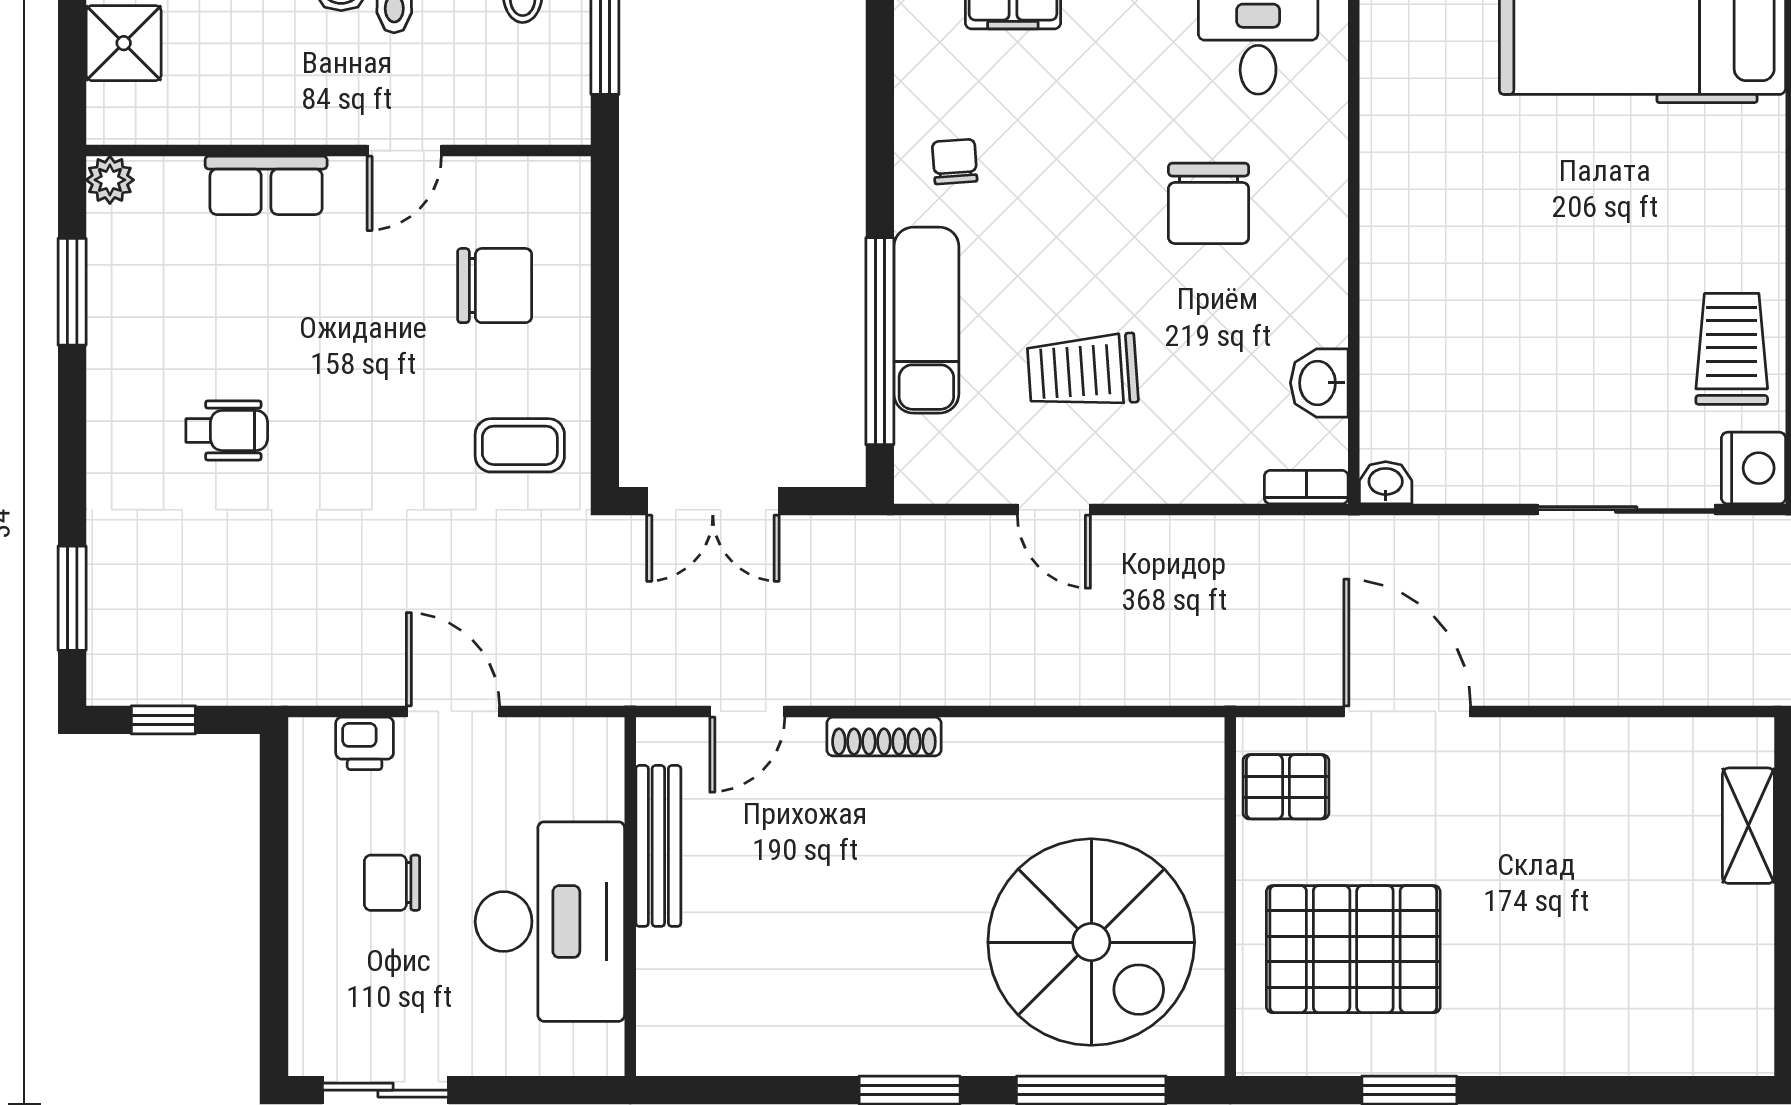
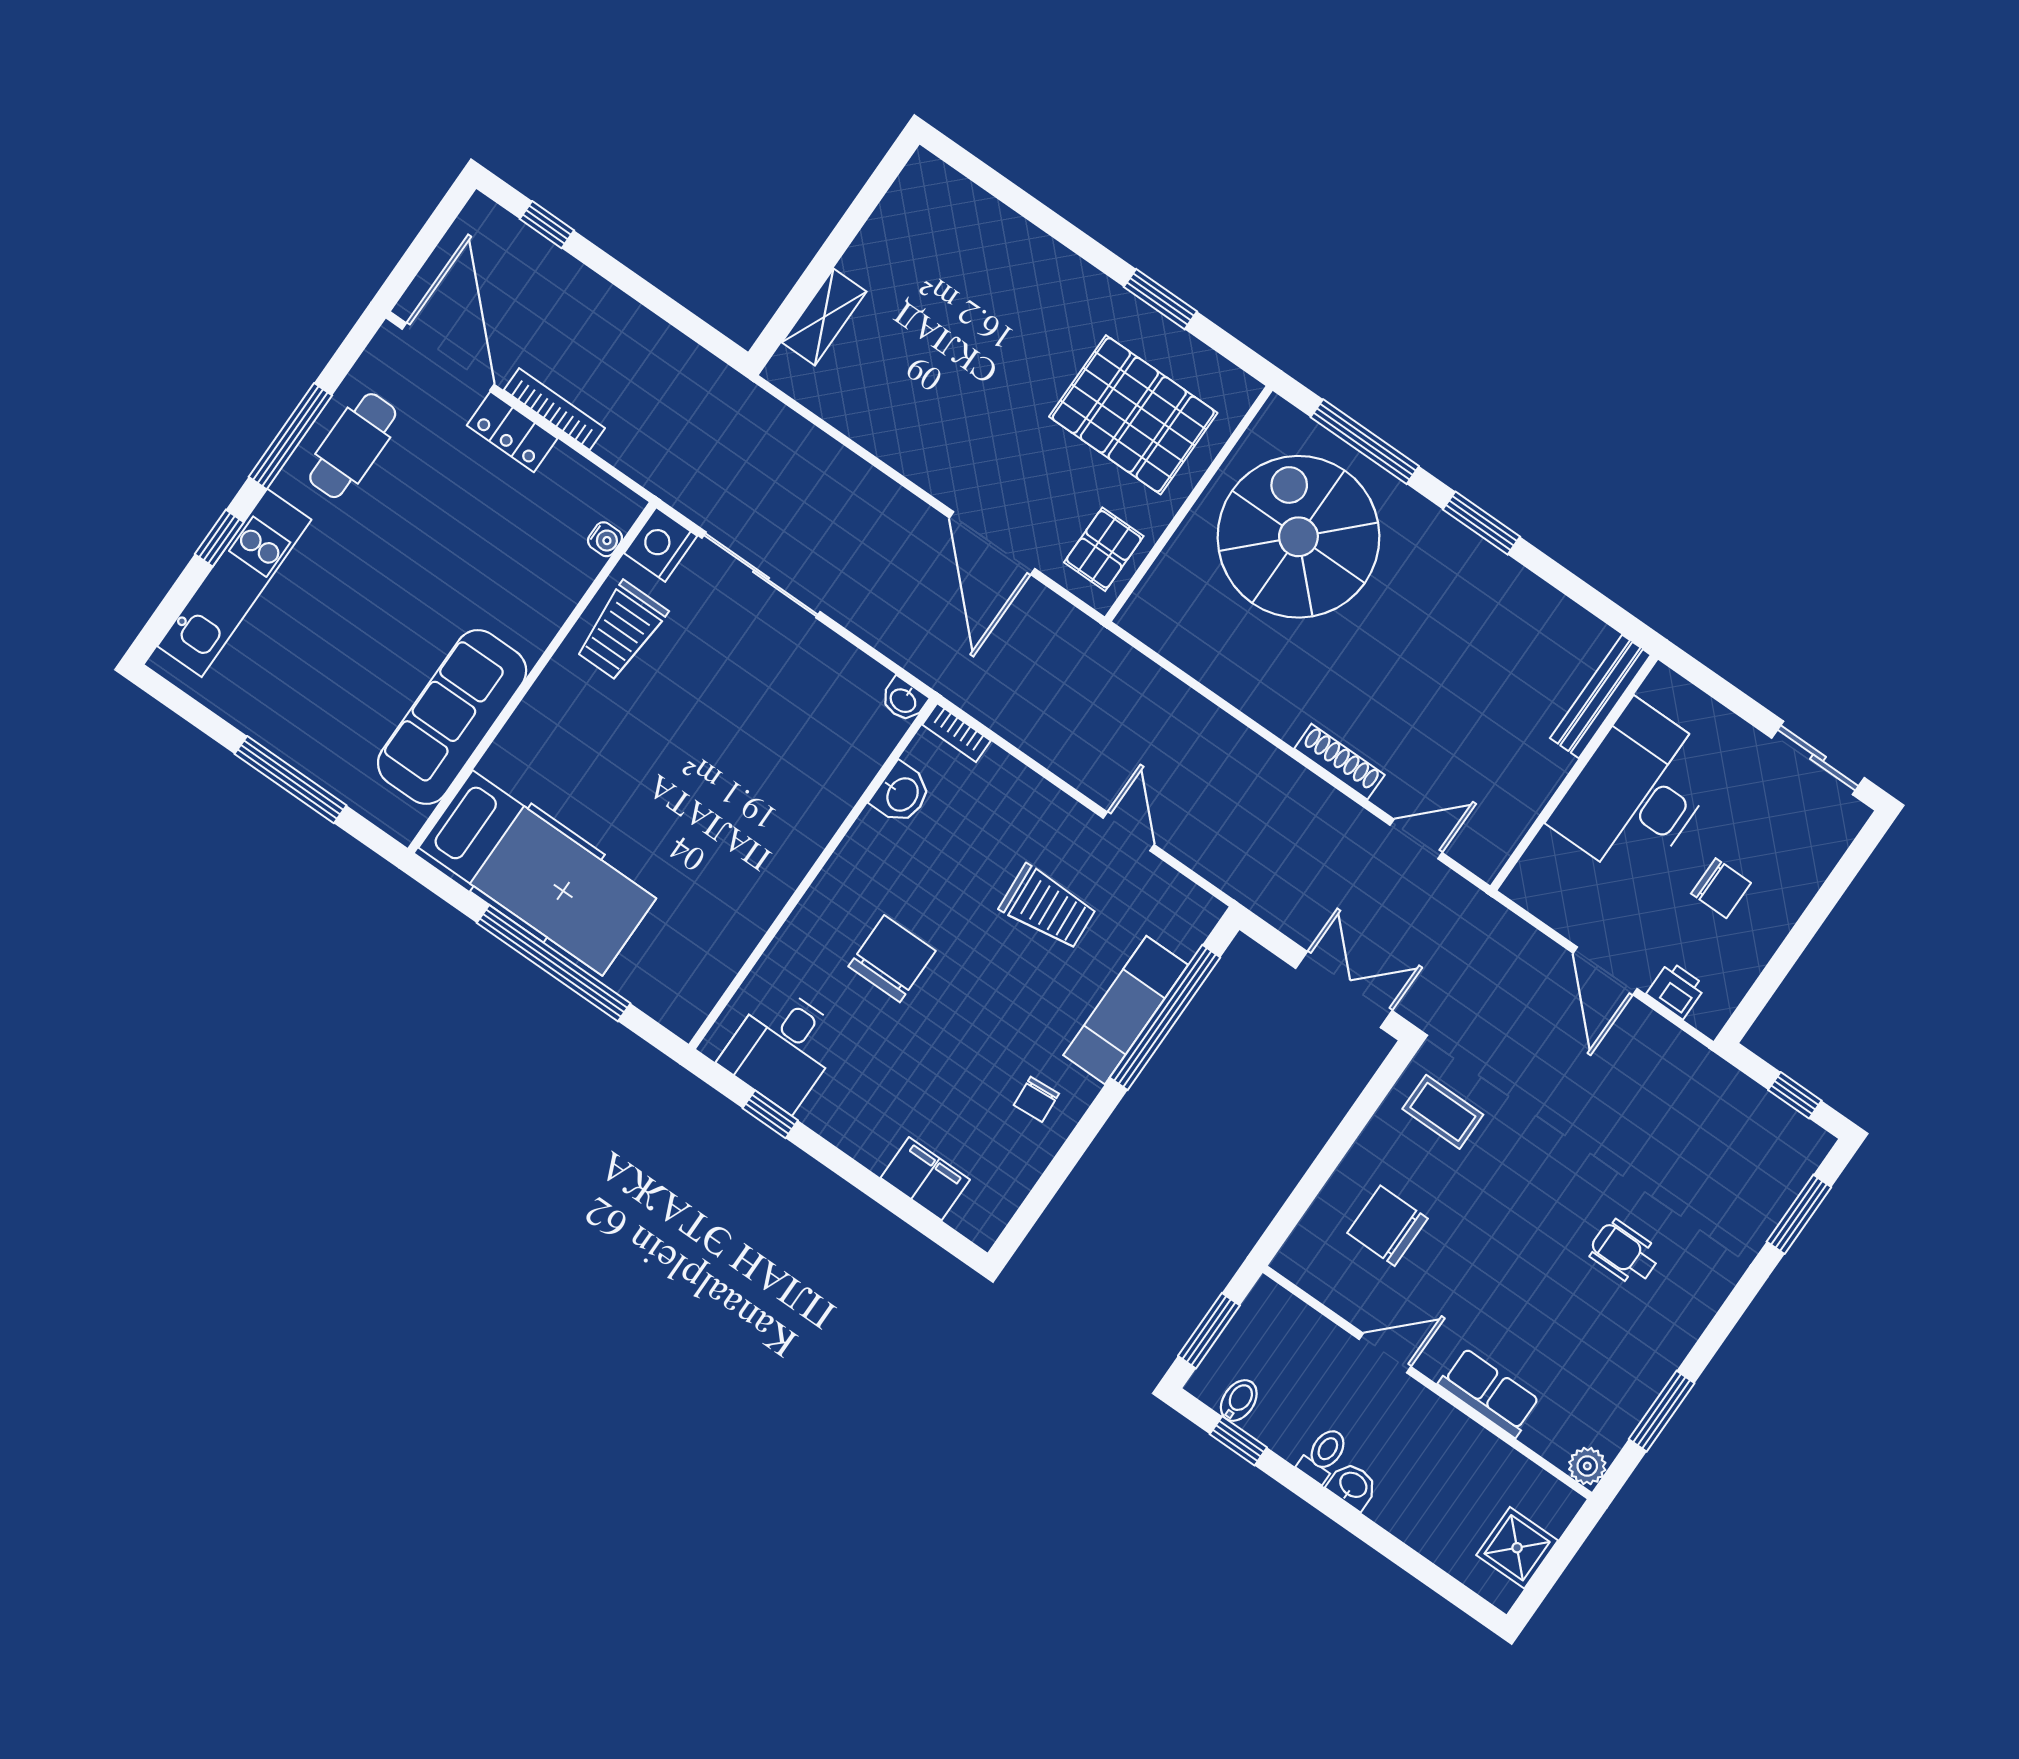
pallet: (1286, 787) -> (1104, 549), turned 90
bench: (658, 846) -> (1600, 696), moved

